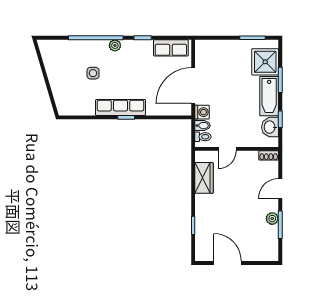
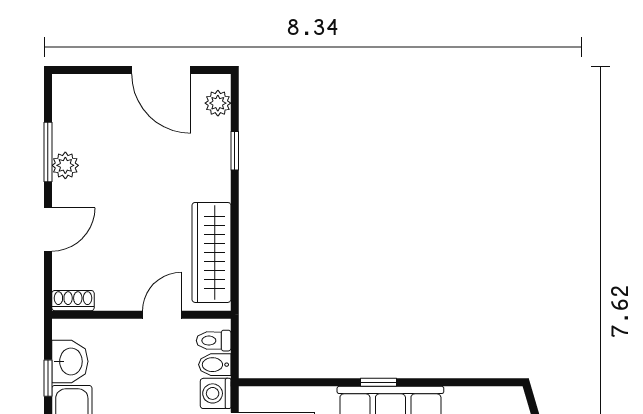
wardrobe: (204, 178) -> (211, 252), width x1.50
plant: (201, 248) -> (218, 103), added

